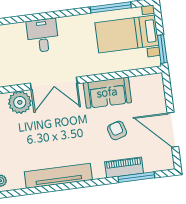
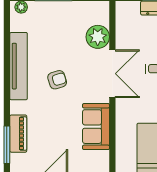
double door: (54, 83) -> (112, 74), swing flipped
armchair: (117, 130) -> (57, 80), moved

